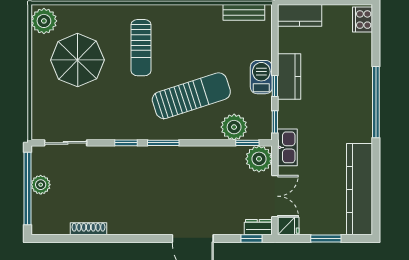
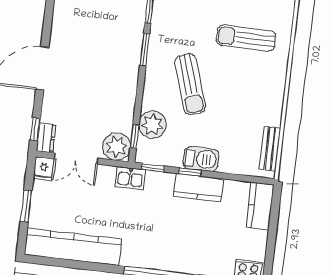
sun lounger: (191, 96) -> (190, 84), width x0.73, depth x0.75
kitchen sink: (287, 147) -> (130, 178), width x0.73

